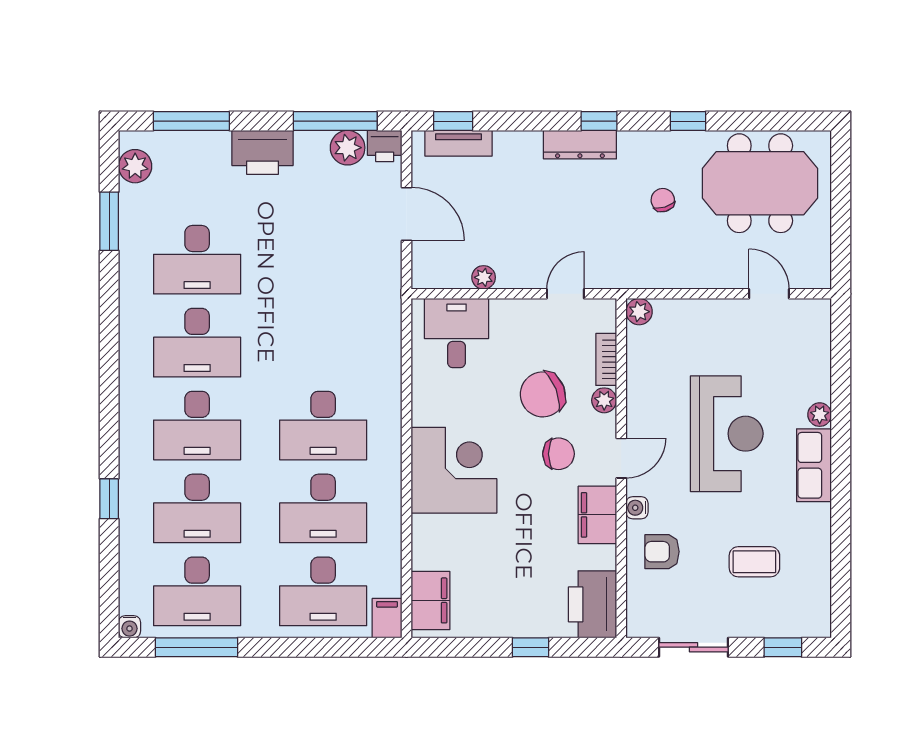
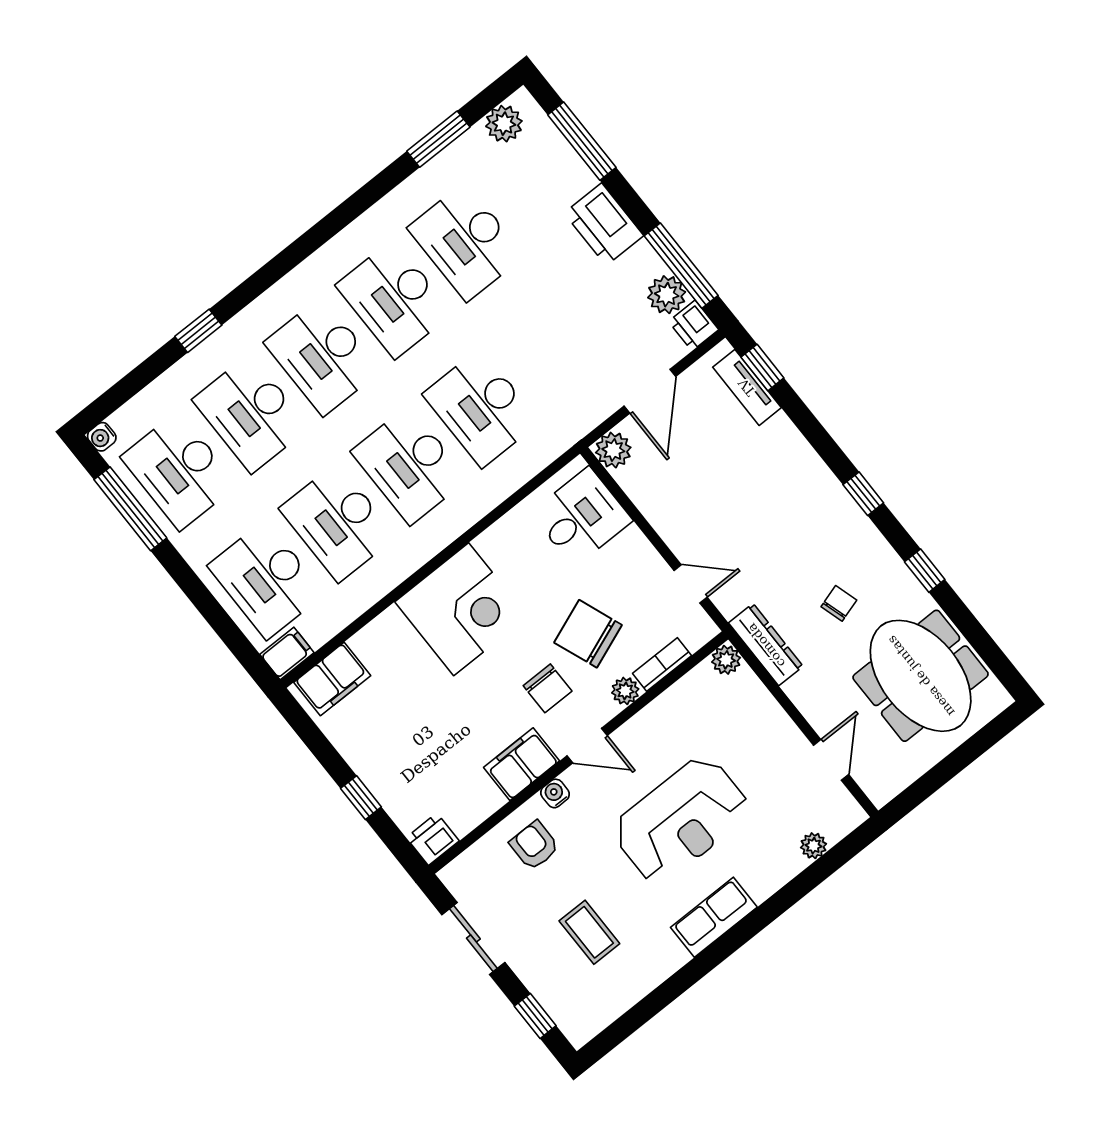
dresser: (580, 145) -> (766, 645), moved, turned 180
plant: (484, 277) -> (613, 450), moved, width x1.38, depth x1.38
desk: (323, 343) -> (481, 408), added
plant: (820, 415) -> (813, 846), moved
printer: (592, 604) -> (433, 839), width x0.53, depth x0.68

